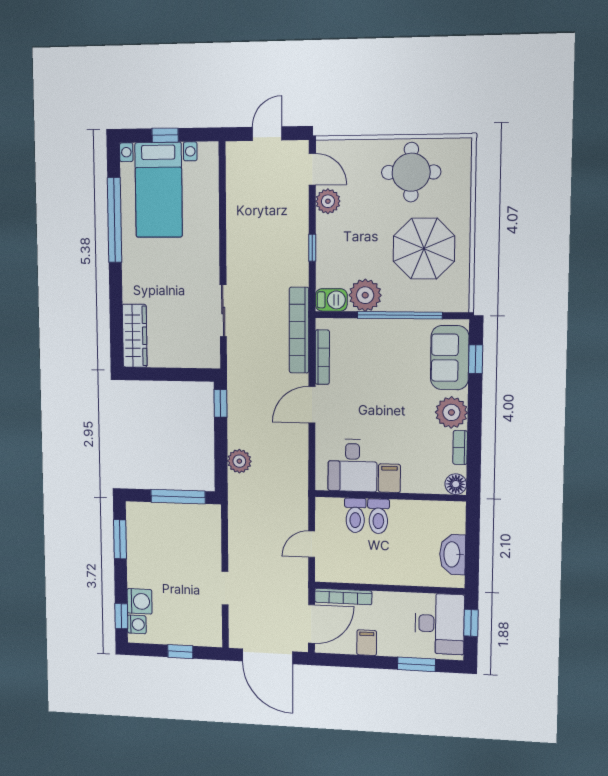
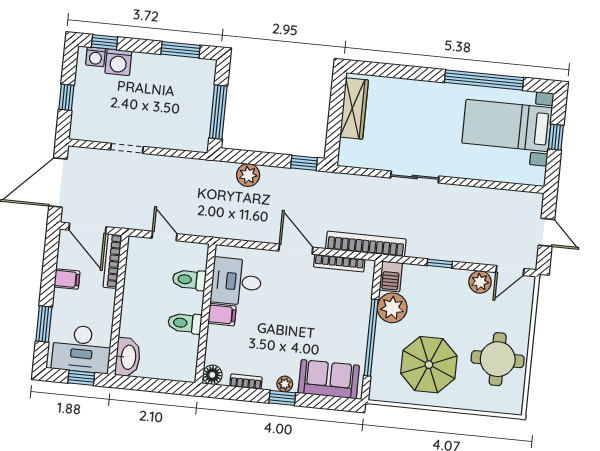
sliding door: (223, 311) -> (415, 177), moved
wardrobe: (135, 336) -> (354, 109), moved, turned -90
window: (476, 359) -> (282, 398), moved
plant: (451, 412) -> (285, 384), width x0.53, depth x0.53
toilet: (378, 516) -> (185, 323), moved
washbasin: (453, 554) -> (128, 357), moved, turned 90

